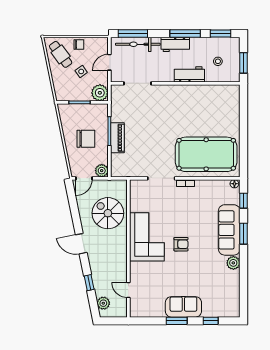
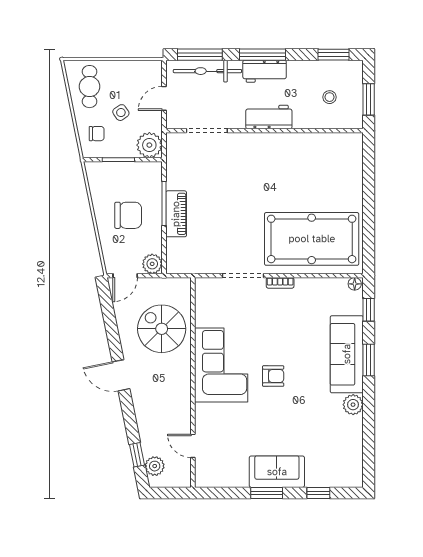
window: (185, 33) -> (263, 55), moved
chair: (79, 45) -> (97, 134), moved
cafe table: (61, 54) -> (90, 87), turned 36
workbench: (189, 74) -> (269, 117), moved
window: (89, 283) -> (137, 455), moved

